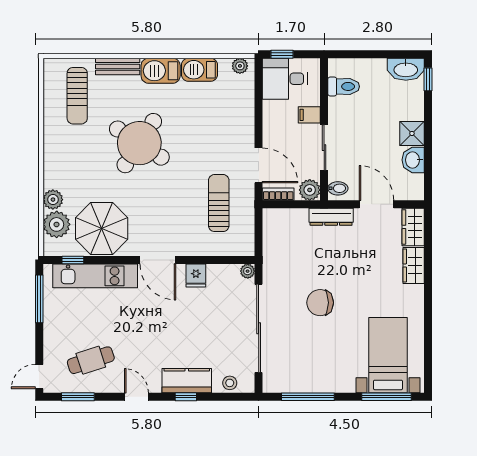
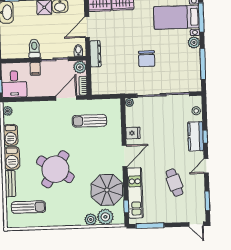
toilet: (344, 86) -> (34, 48), moved
cafe table: (91, 360) -> (174, 183), moved
plant: (345, 383) -> (194, 42), added

